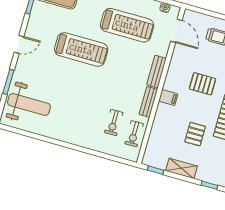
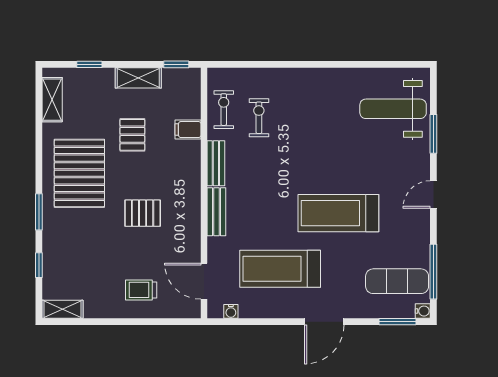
filing cabinet: (168, 98) -> (188, 130), moved

